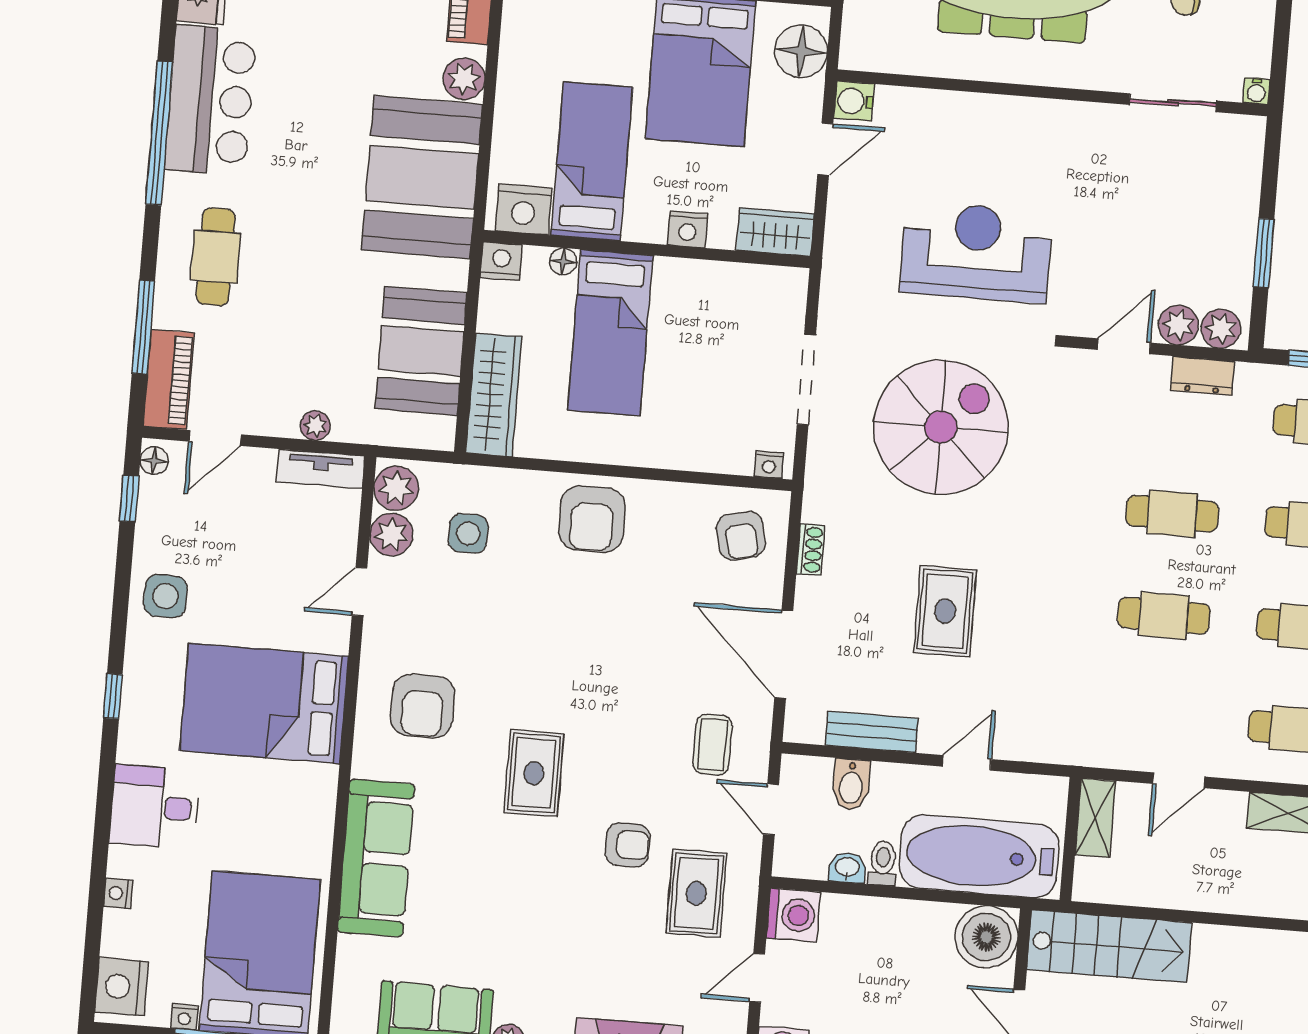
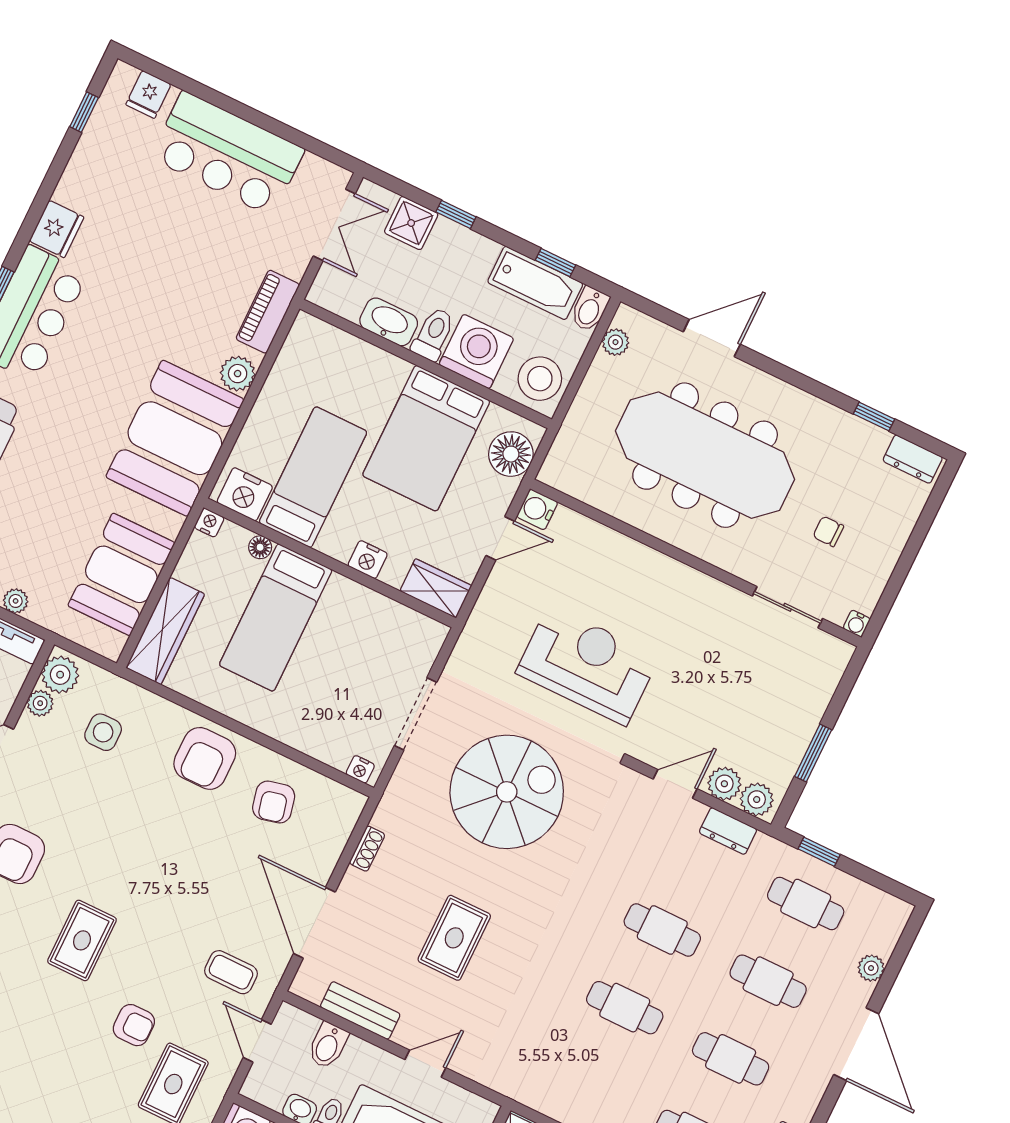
nightstand: (501, 261) -> (209, 523), width x0.72, depth x0.74
plant: (391, 535) -> (40, 703), width x0.73, depth x0.73
armchair: (741, 536) -> (274, 802), moved
coffee table: (712, 745) -> (231, 972), turned 90

